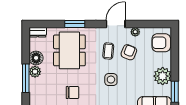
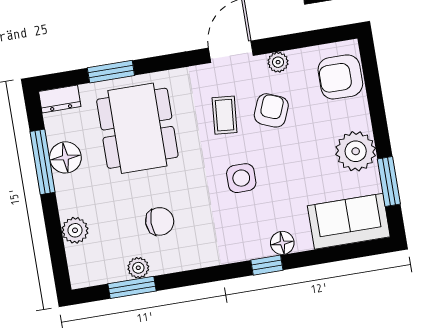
window: (75, 24) -> (111, 72), moved
plant: (35, 72) -> (75, 230), moved
window: (26, 78) -> (42, 162), moved

